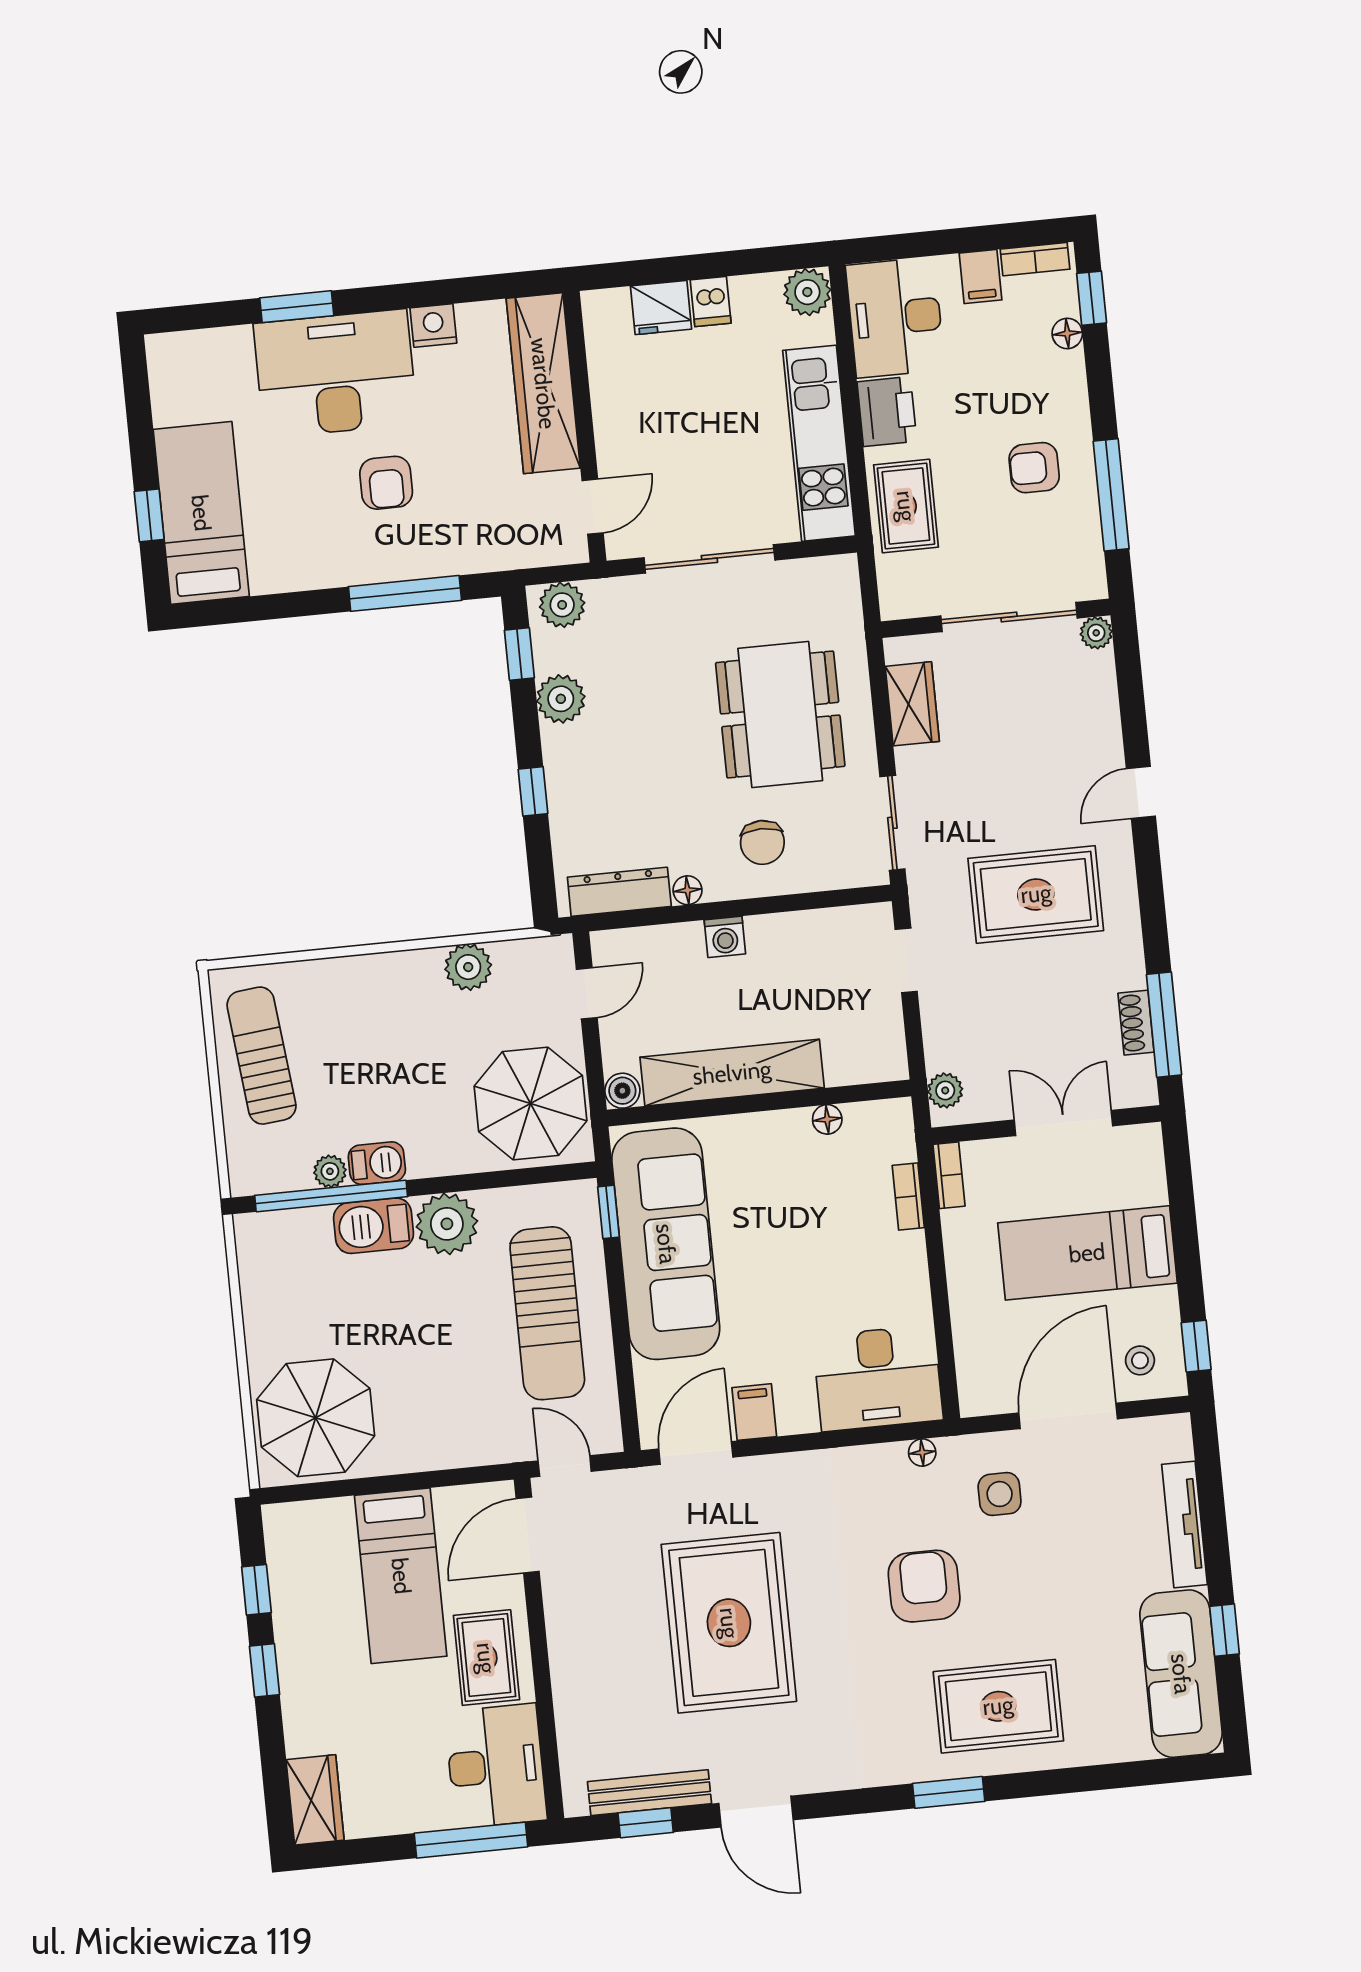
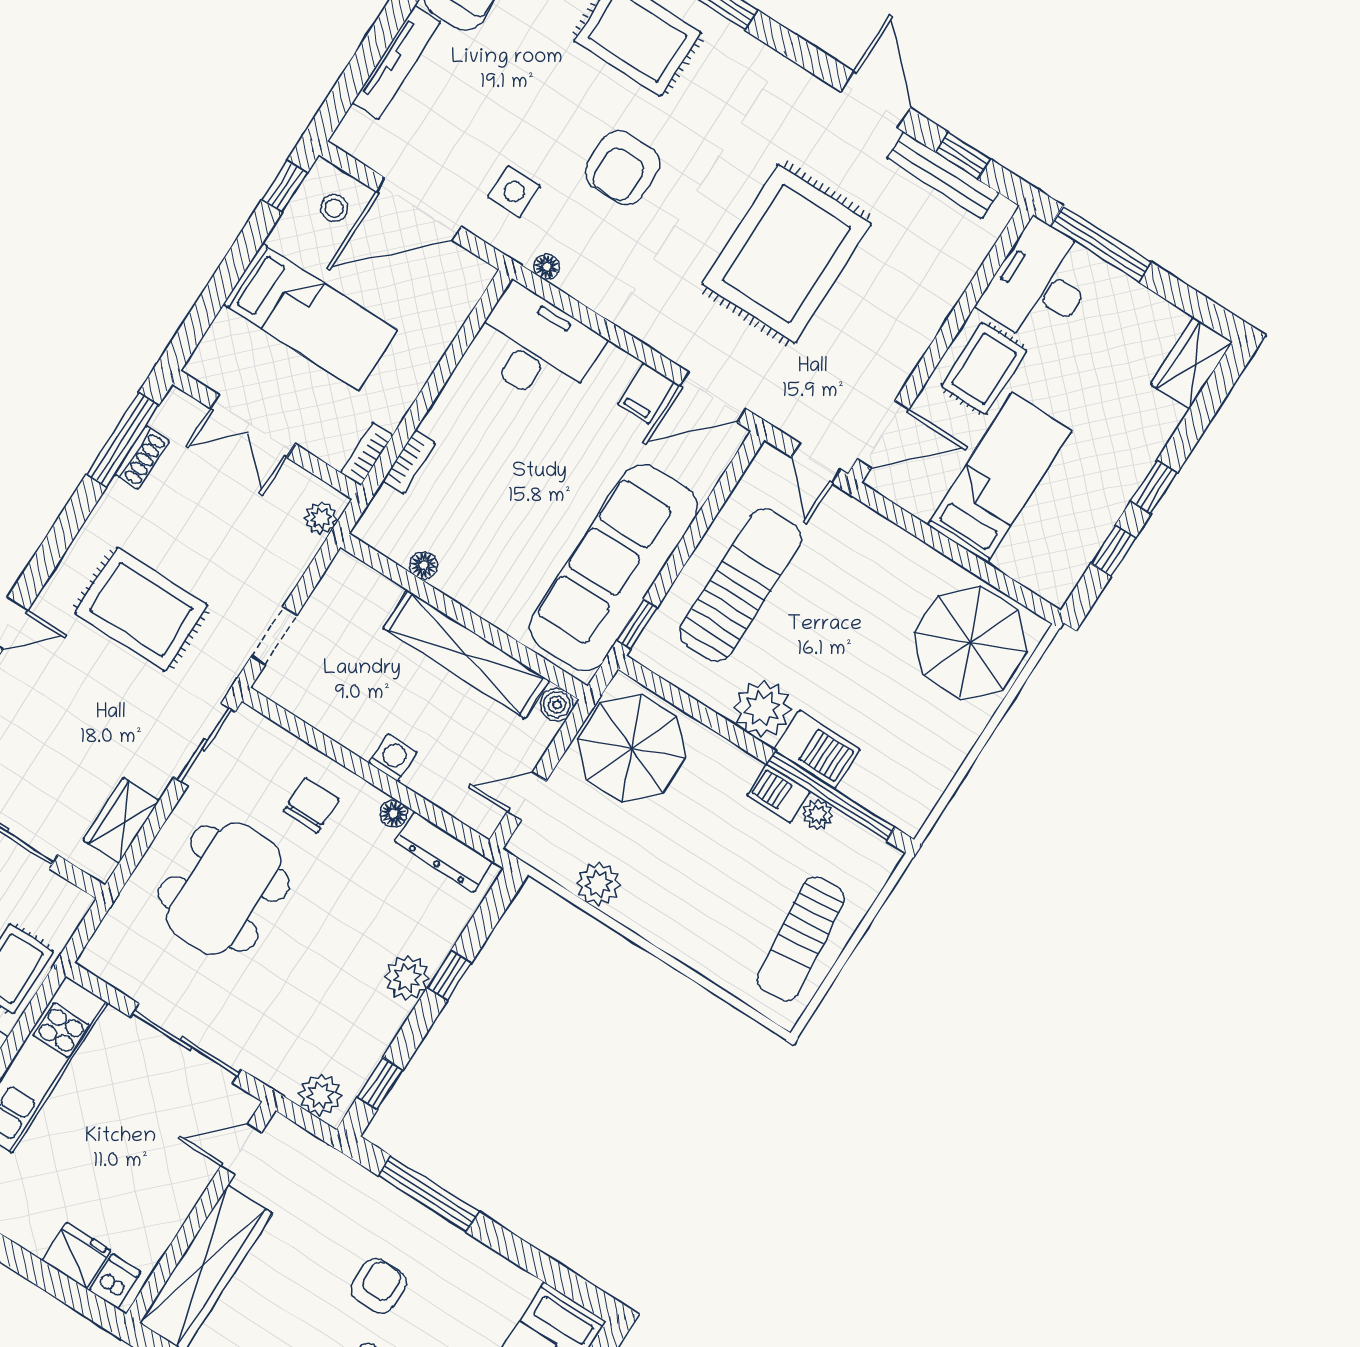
dishwasher: (711, 302) -> (115, 1281), moved
plant: (561, 699) -> (407, 978), moved

